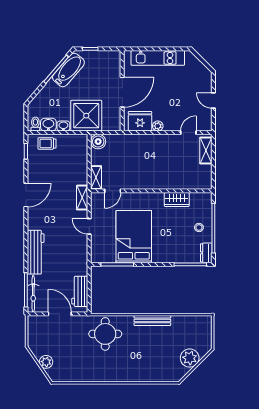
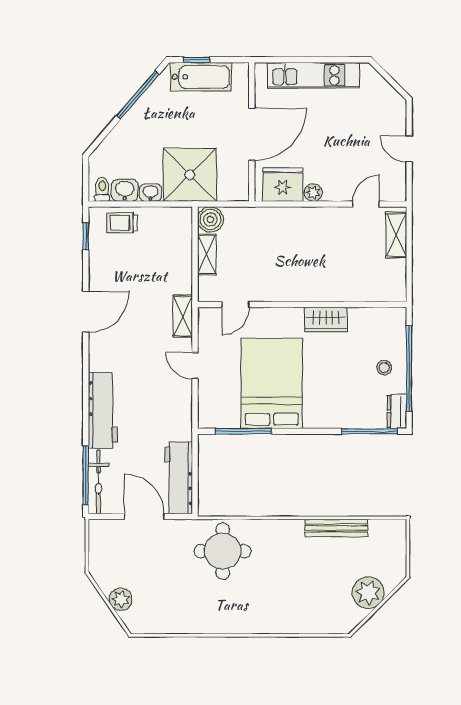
bathtub: (68, 70) -> (201, 77), moved, turned 49
shelving: (96, 178) -> (207, 255), moved
wardrobe: (177, 200) -> (326, 319), moved
workbench: (80, 291) -> (179, 478), width x1.38
bench: (152, 320) -> (336, 528), moved

